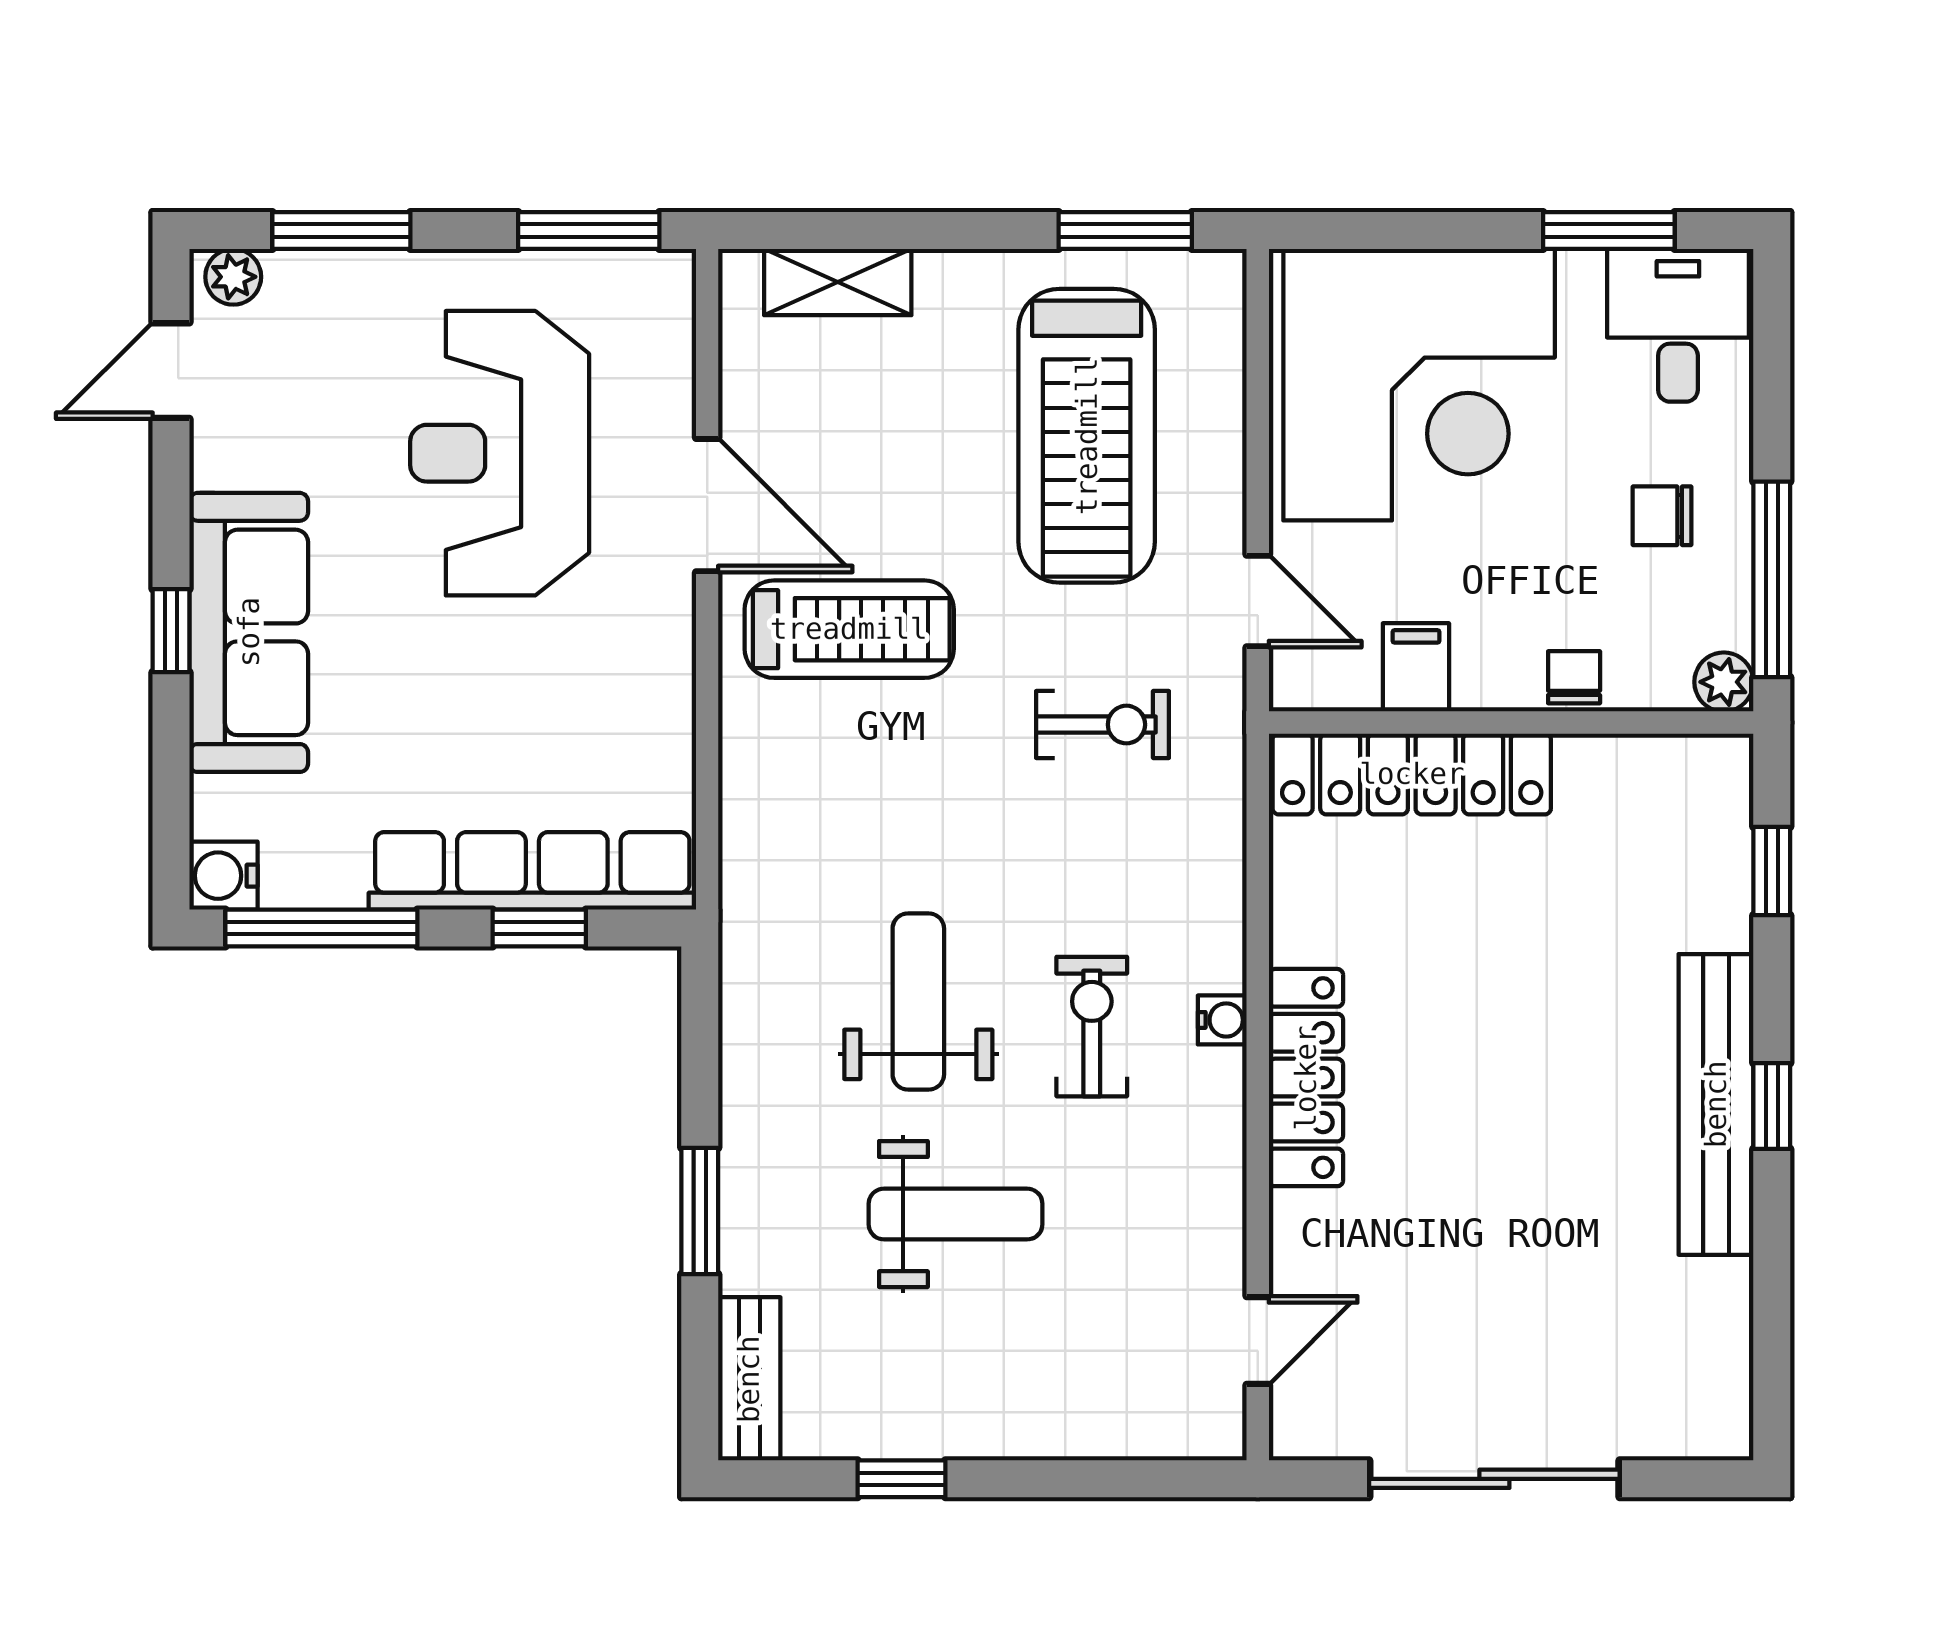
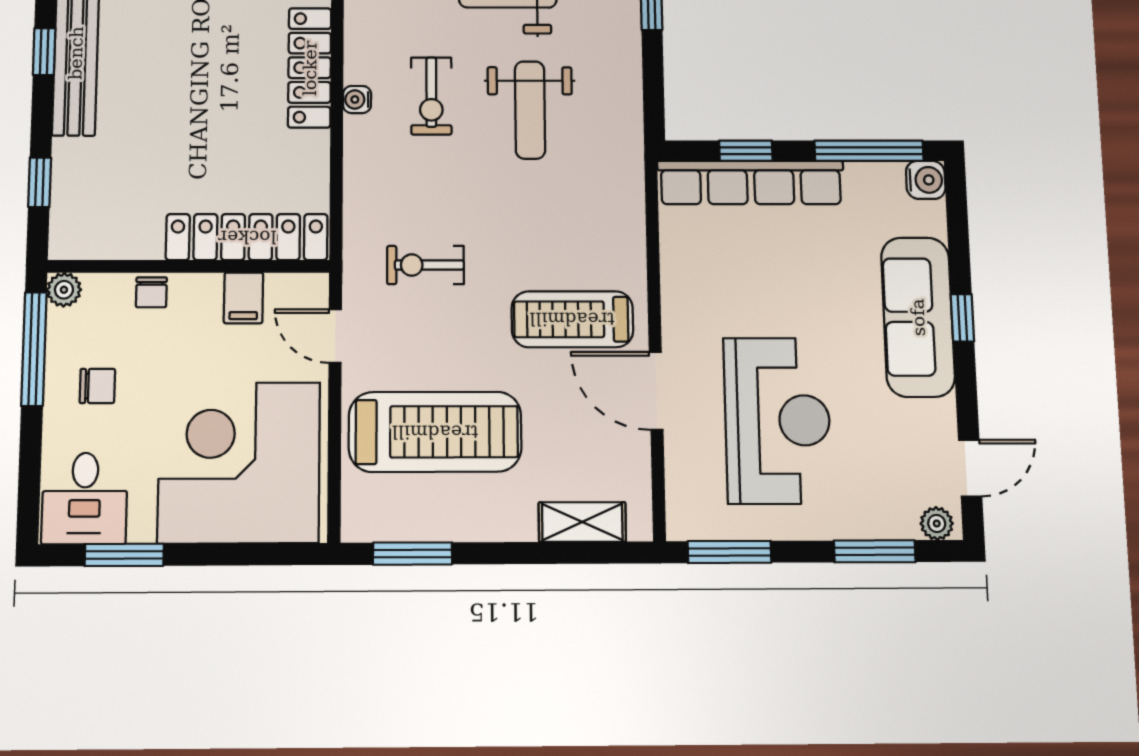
treadmill: (1087, 436) -> (435, 432), turned 90

